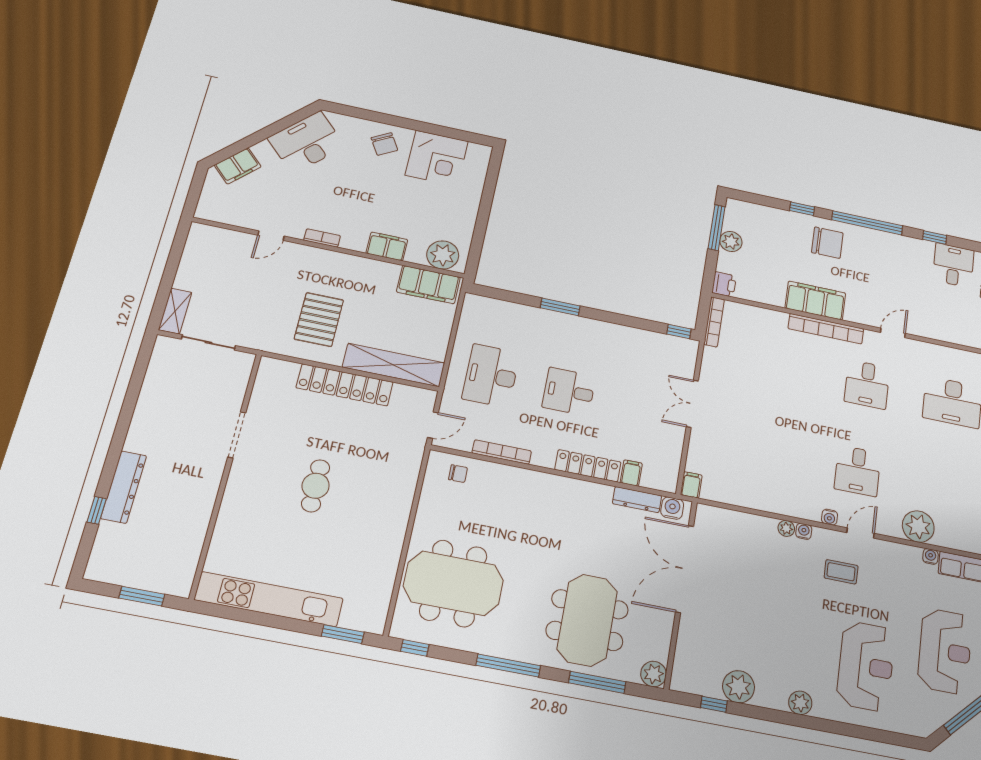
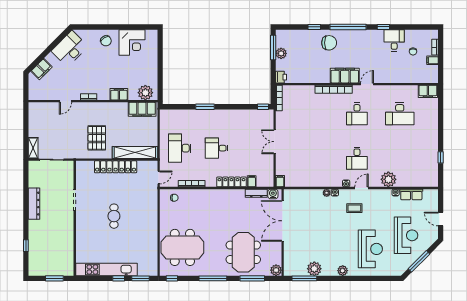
filing cabinet: (815, 301) -> (345, 76), moved
dresser: (124, 487) -> (34, 204), moved
window: (292, 625) -> (119, 278), added
window: (714, 704) -> (304, 278), width x2.17

